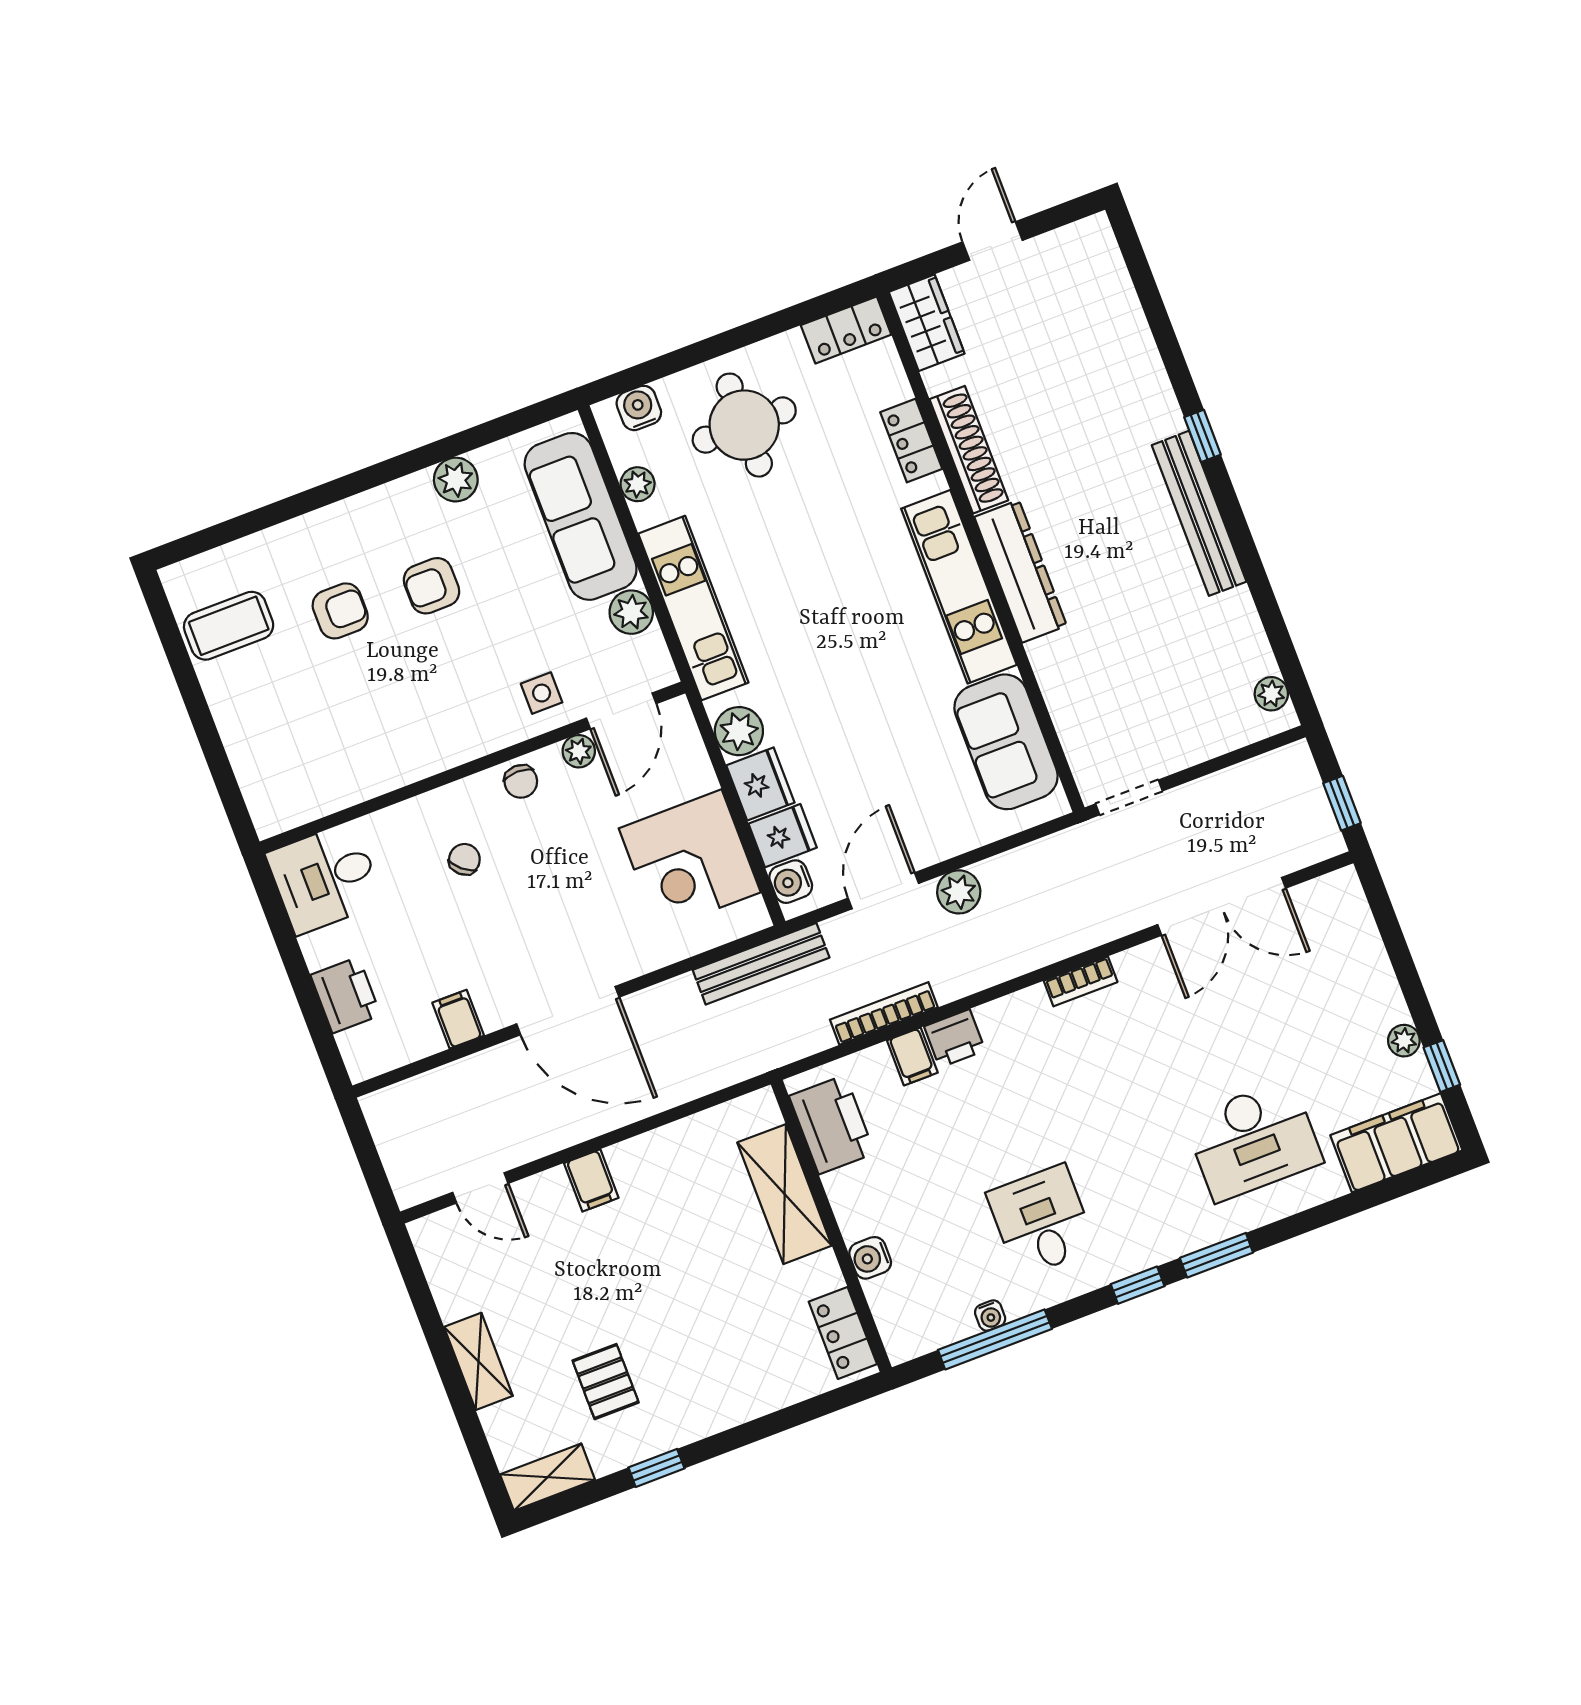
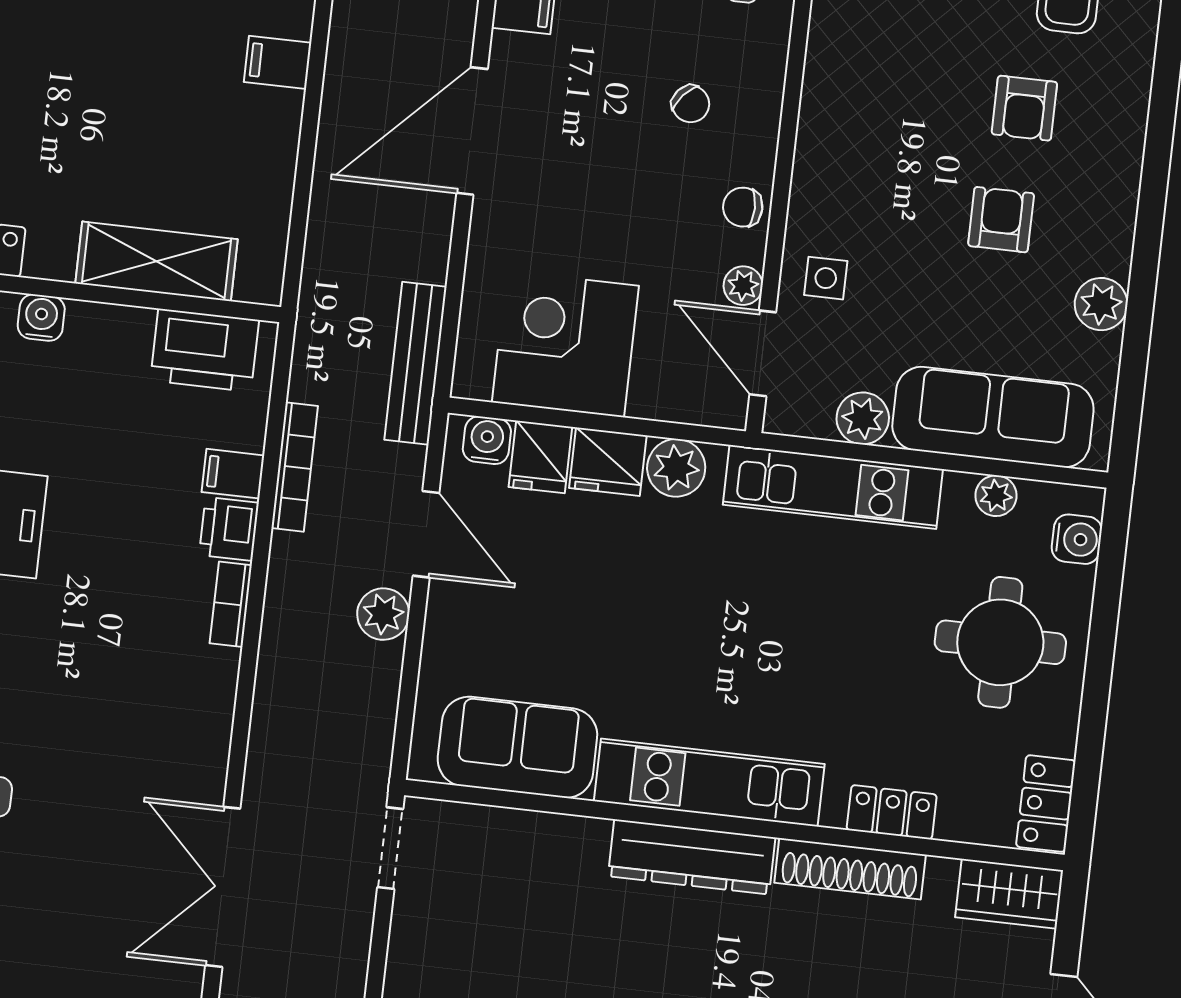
bookcase: (1081, 981) -> (231, 604), moved

